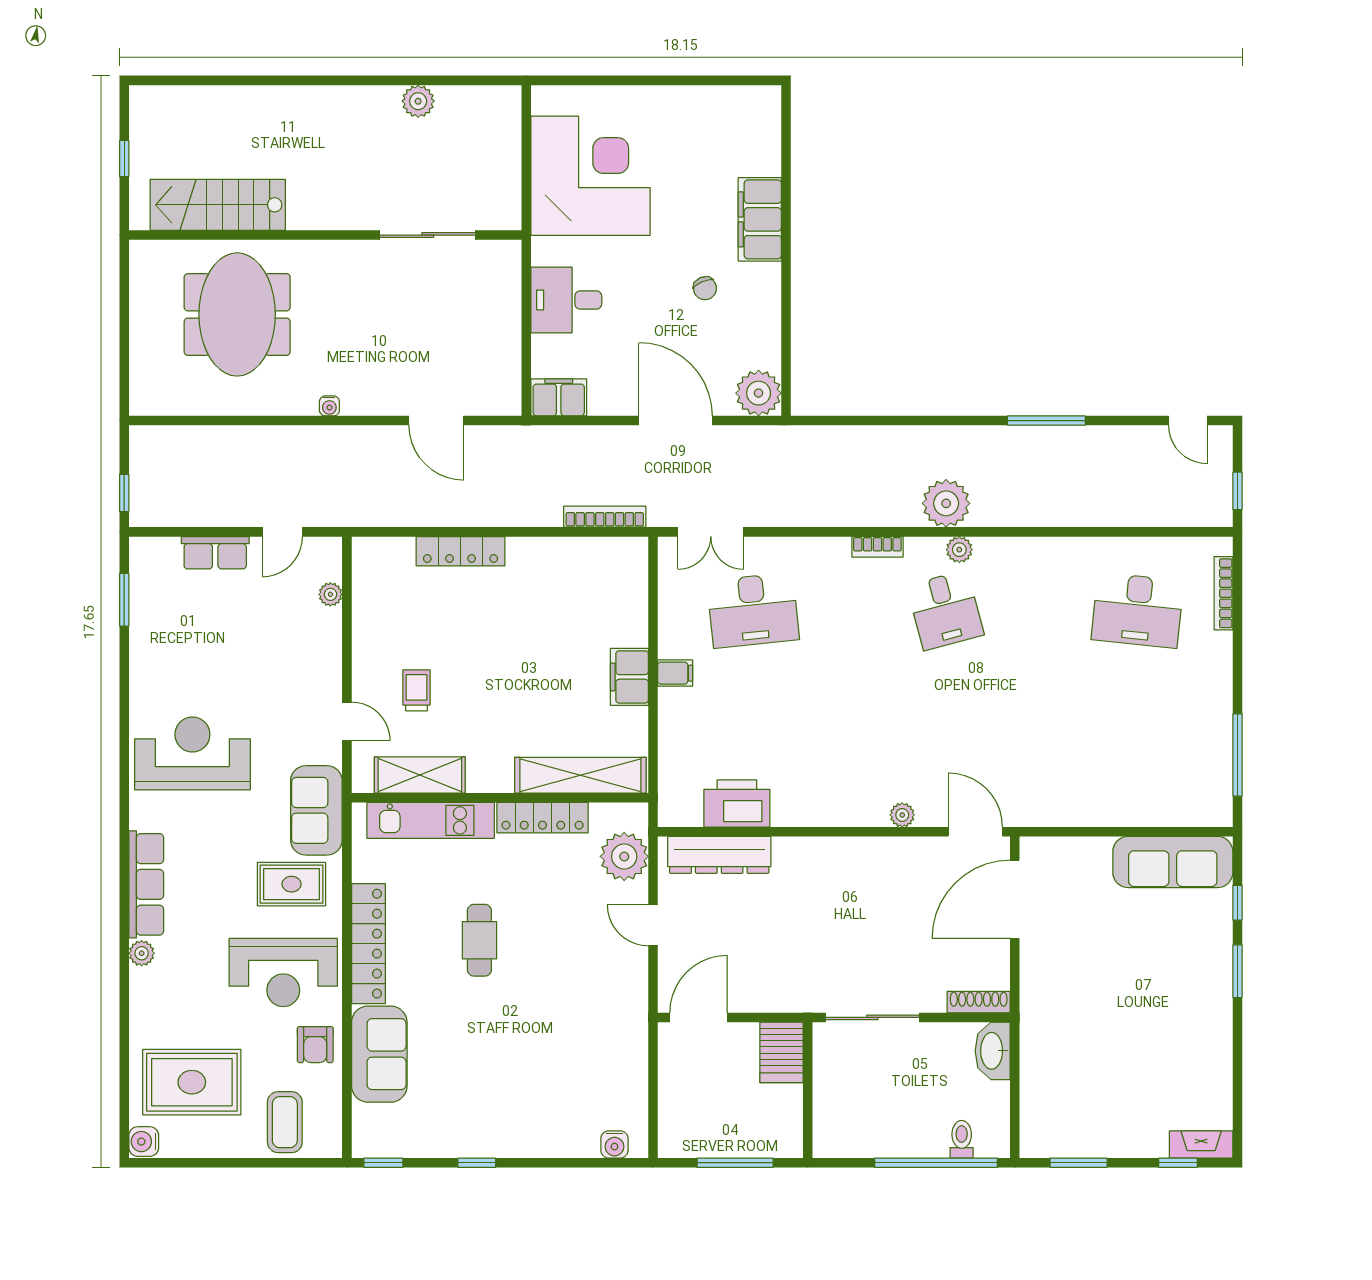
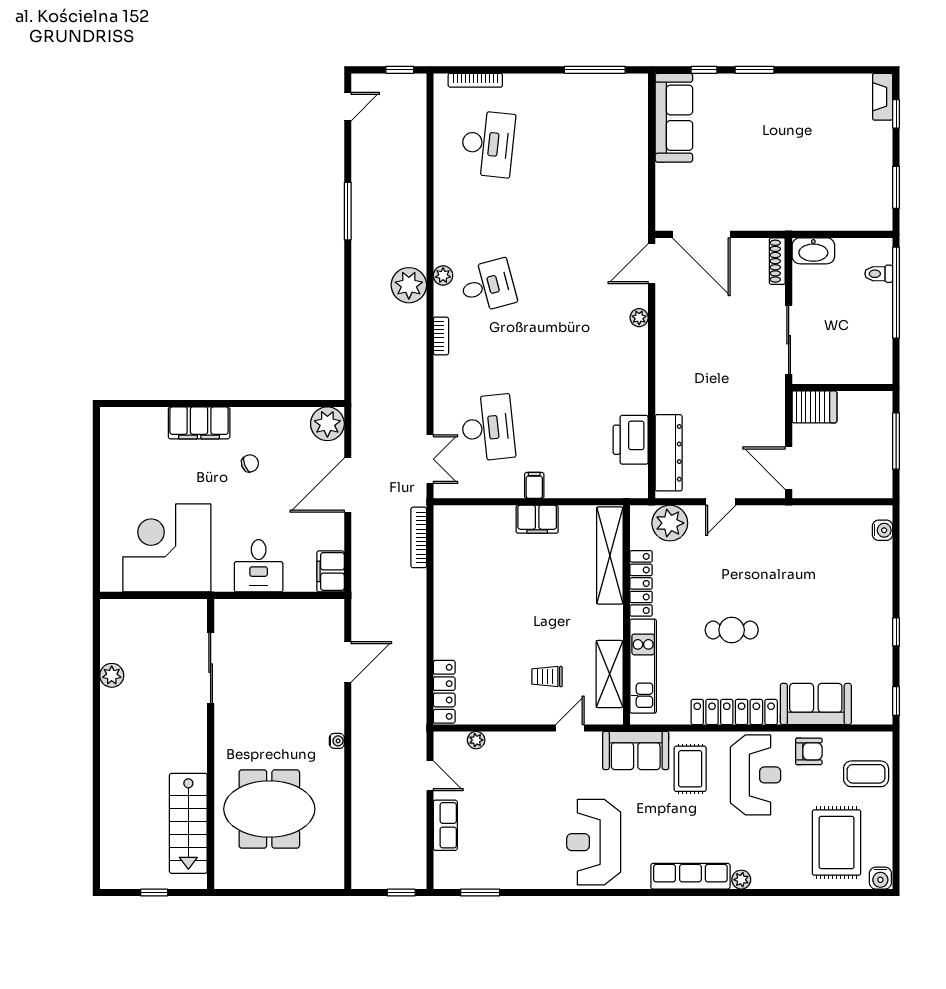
locker: (461, 551) -> (444, 692), moved

